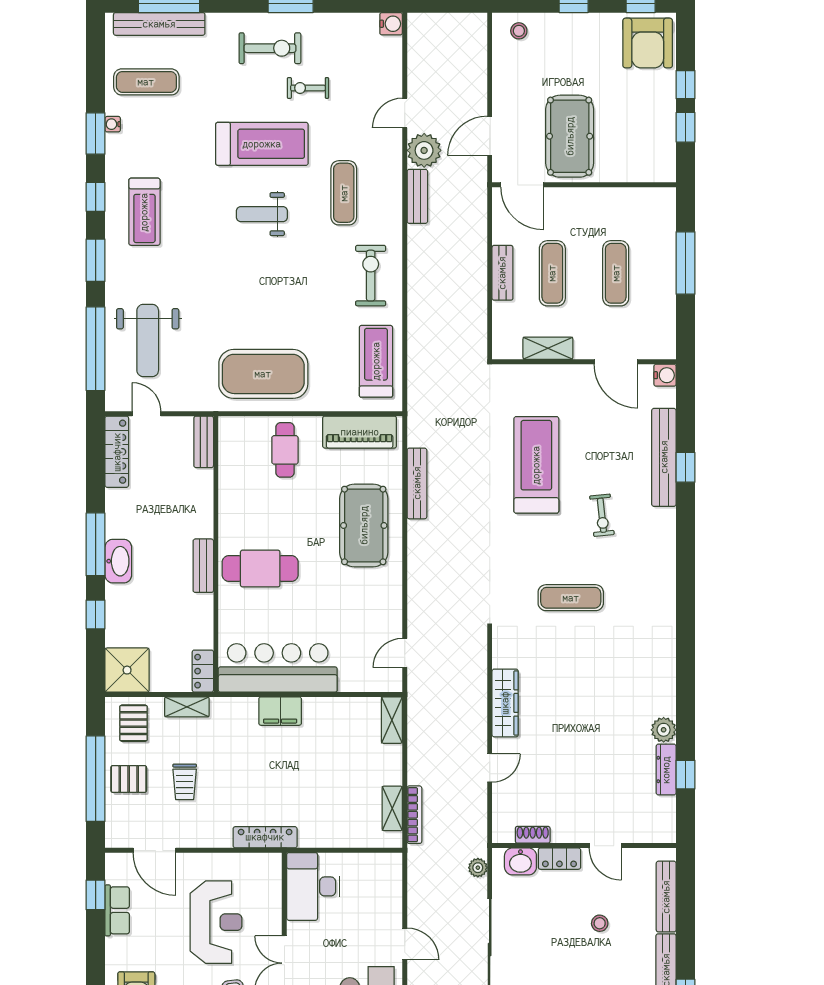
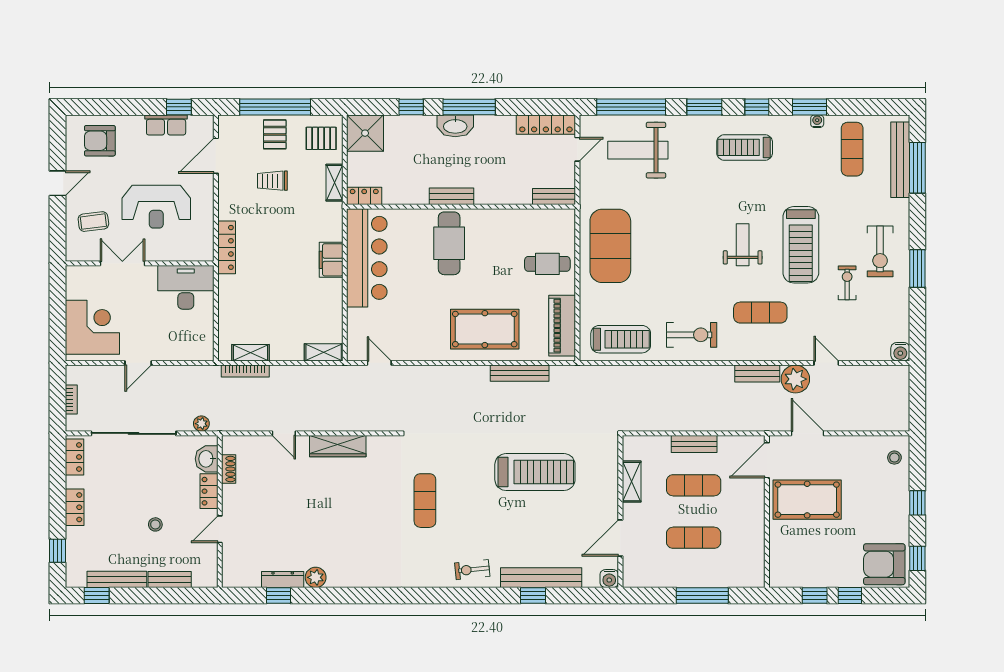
exercise bike: (602, 515) -> (472, 570), moved
bench: (666, 897) -> (170, 580), width x0.73

